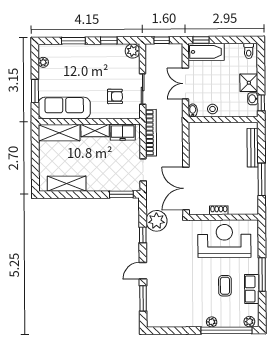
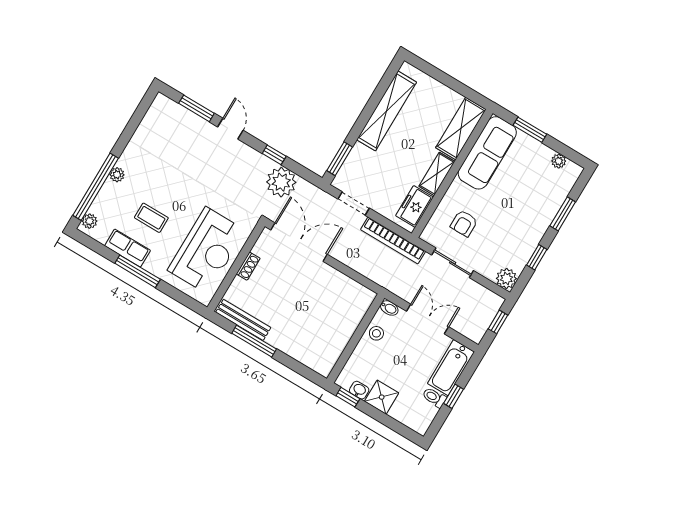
window: (201, 40) -> (454, 396), moved
toilet: (249, 51) -> (434, 397), moved
bench: (253, 148) -> (243, 320), moved
shelving: (67, 184) -> (387, 111), width x1.47

